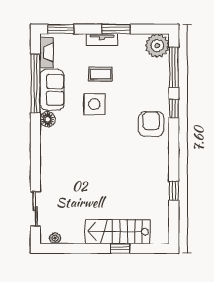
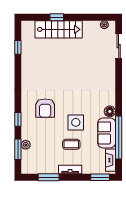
window: (116, 29) -> (49, 177), moved
plant: (157, 46) -> (26, 145), moved, width x0.53, depth x0.53
window: (174, 67) -> (18, 149), width x0.69
armchair: (151, 124) -> (45, 108), moved
window: (174, 191) -> (18, 47), moved

